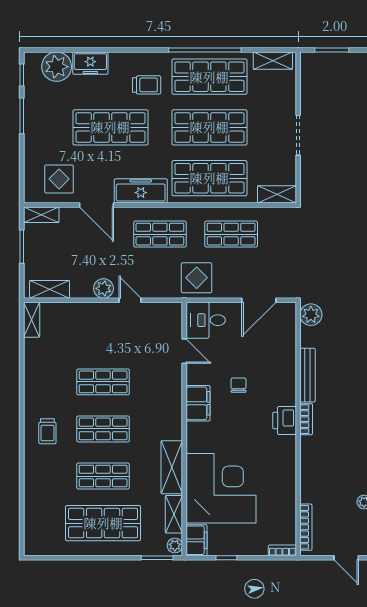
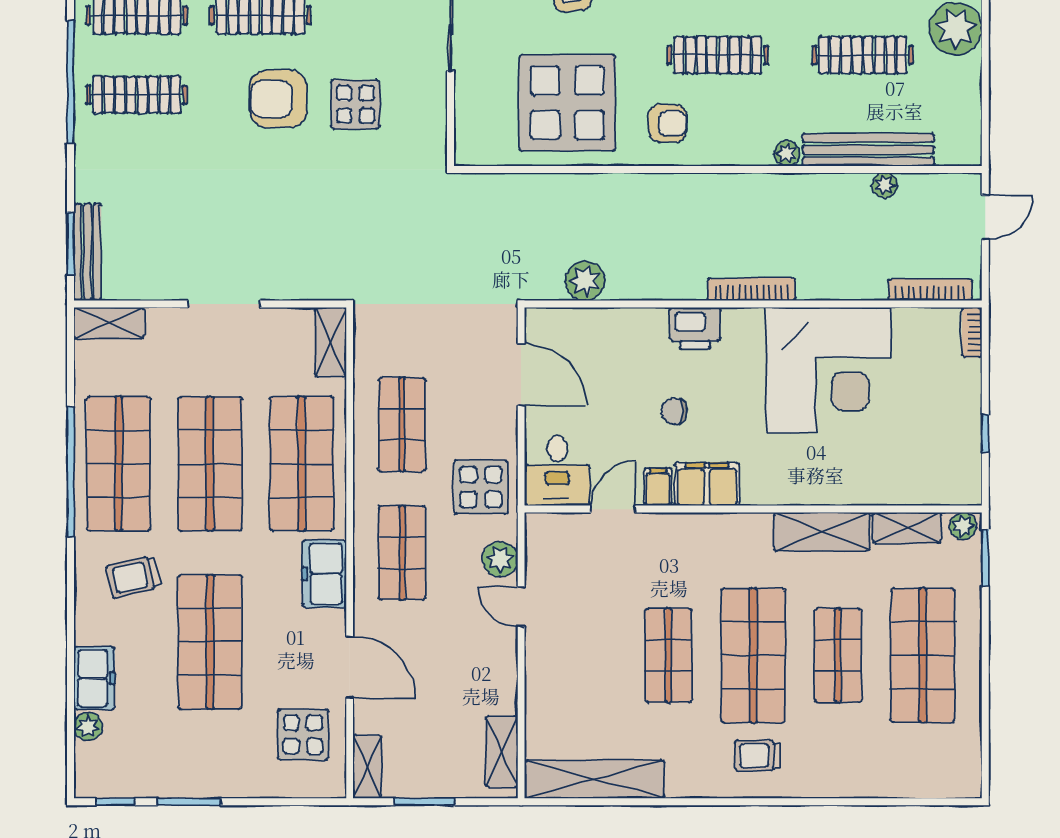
shelving: (273, 61) -> (109, 323), moved, turned 90
plant: (57, 67) -> (88, 727), width x0.53, depth x0.53
trolley: (147, 85) -> (134, 577), turned -103
freezer: (141, 191) -> (324, 574), width x0.71
door: (97, 205) -> (350, 667), hinge flipped
plant: (103, 288) -> (500, 559), moved
door: (130, 300) -> (521, 607), hinge flipped
plant: (311, 315) -> (585, 281), moved
shelving: (32, 320) -> (594, 779), width x2.20, depth x1.33
bench: (308, 375) -> (87, 252), moved, turned 90
bookcase: (306, 419) -> (751, 289), width x1.56
printer: (285, 420) -> (695, 328), moved
shop shelf: (103, 429) -> (753, 655), width x1.43, depth x1.36
trolley: (47, 431) -> (757, 756), turned 180
corner desk: (221, 488) -> (829, 370), moved, turned 180
filing cabinet: (197, 540) -> (658, 487), moved, width x0.50

